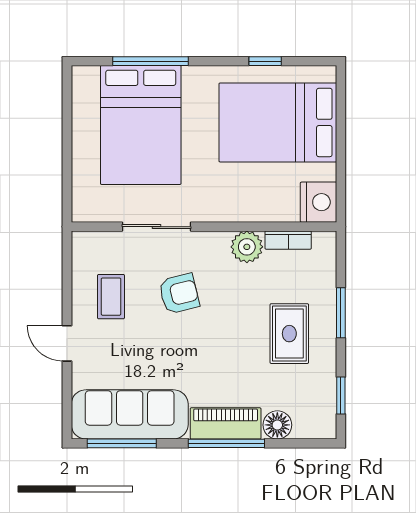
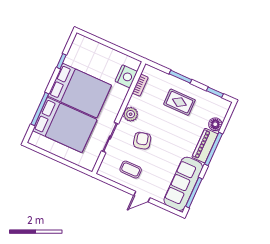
bed: (278, 122) -> (80, 91), moved, turned -90
nightstand: (319, 202) -> (126, 76), moved, turned 90
plant: (247, 247) -> (131, 114), moved

